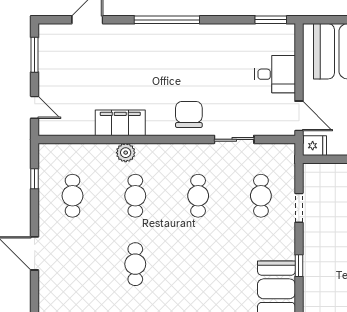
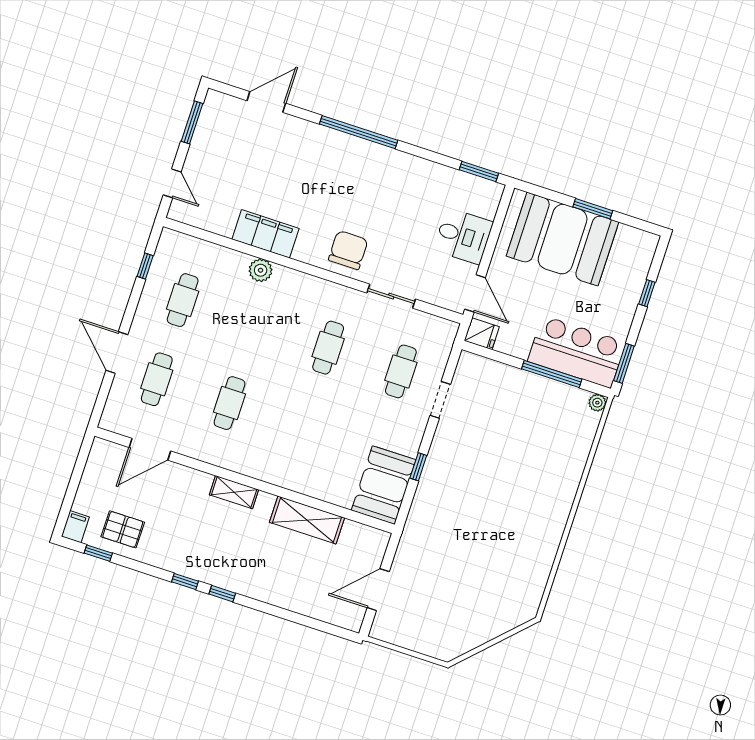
cafe table: (135, 196) -> (157, 379), moved

